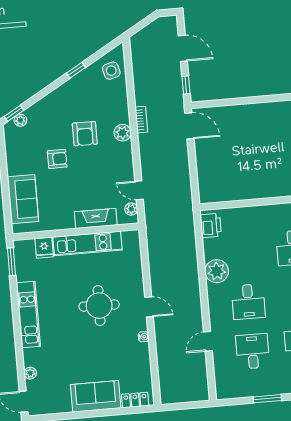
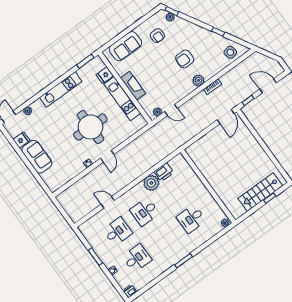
door: (183, 48) -> (268, 86), swing flipped
armchair: (57, 159) -> (157, 36), moved
door: (139, 190) -> (171, 110), swing flipped
fireplace: (96, 218) -> (133, 86), moved
printer: (211, 226) -> (164, 172), moved
round table: (99, 306) -> (91, 127), width x1.36, depth x1.36
locker: (135, 400) -> (49, 181), removed
fridge: (63, 403) -> (21, 140), added

